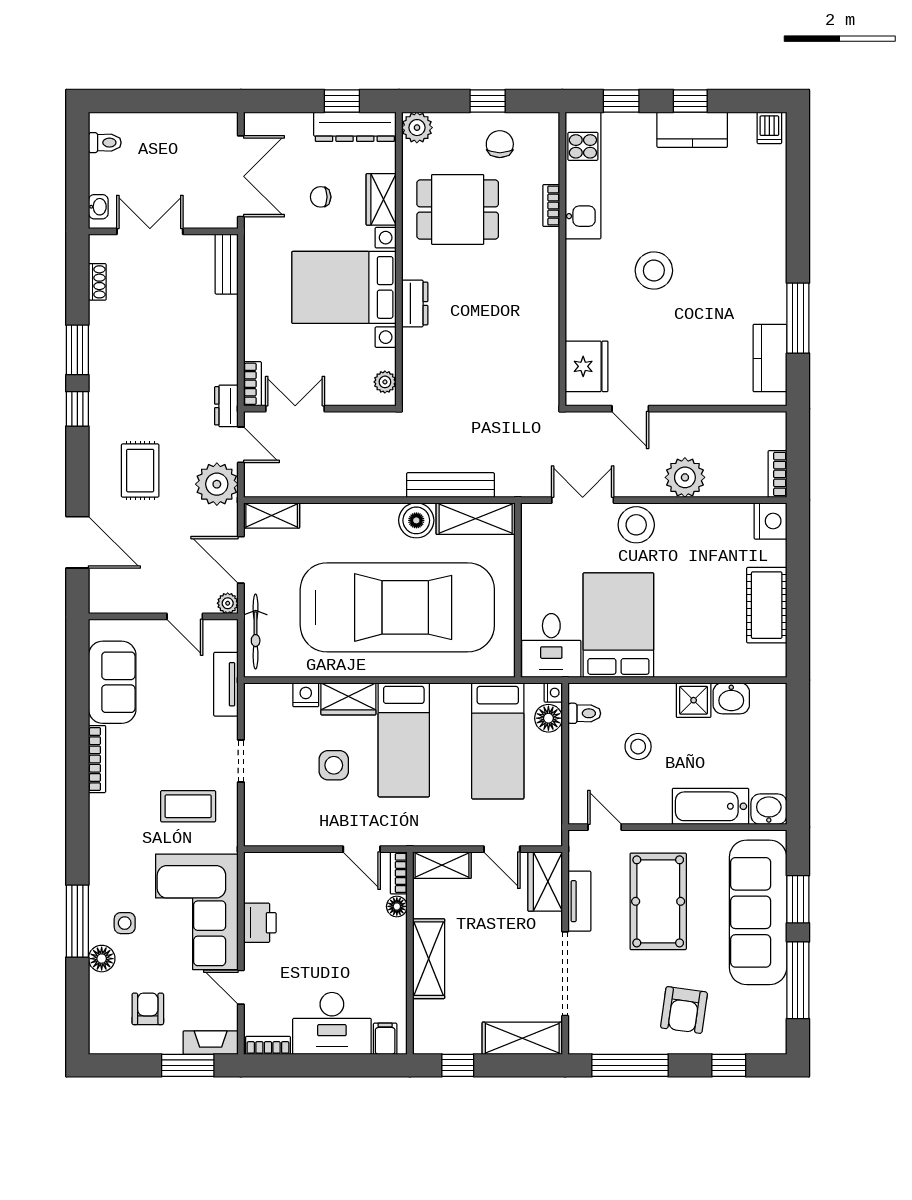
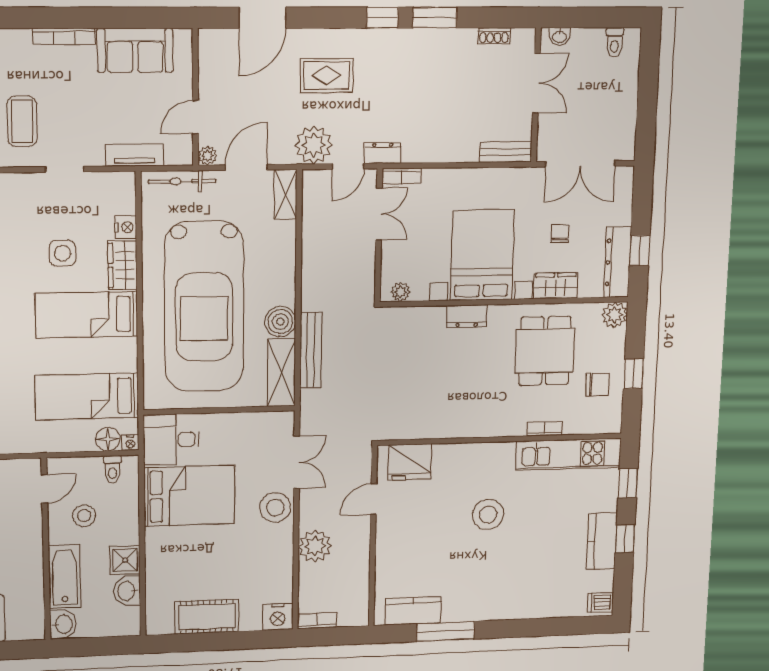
bathtub: (711, 806) -> (65, 576), moved
washbasin: (769, 809) -> (63, 624), moved
door: (605, 827) -> (44, 489), moved
wall: (677, 827) -> (46, 550), moved

